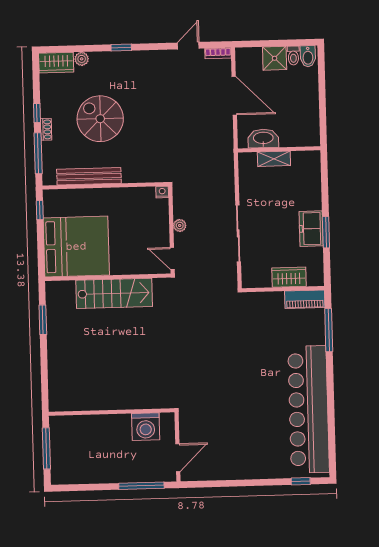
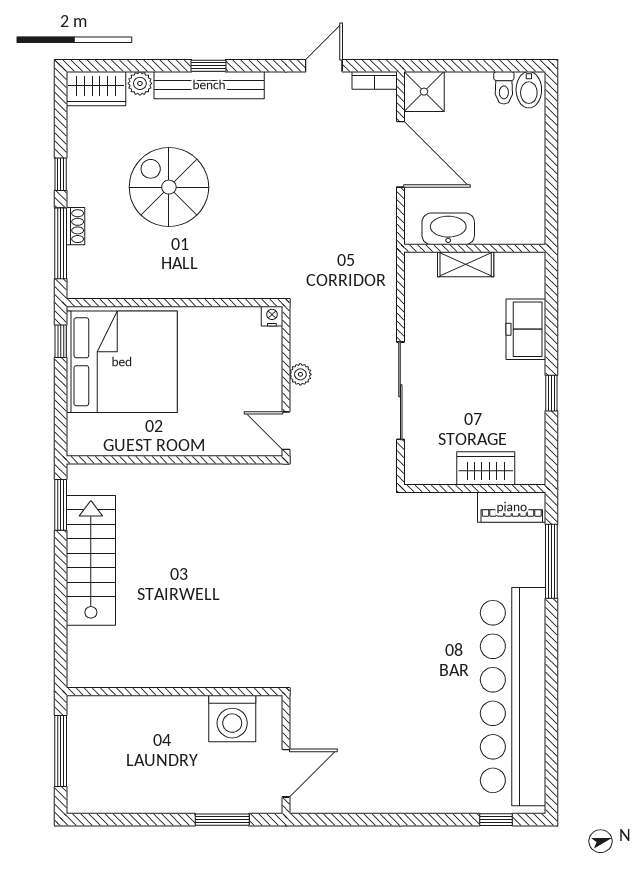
shower: (275, 58) -> (424, 92), moved
shoe rack: (46, 129) -> (75, 226), moved
bench: (89, 176) -> (209, 85), moved
freezer: (311, 229) -> (526, 329), moved
window: (326, 232) -> (551, 393), width x0.67
bed: (76, 247) -> (122, 362), moved
stairs: (114, 293) -> (91, 560), moved, turned -90
window: (43, 320) -> (61, 505), moved
window: (141, 486) -> (222, 820), width x0.69

